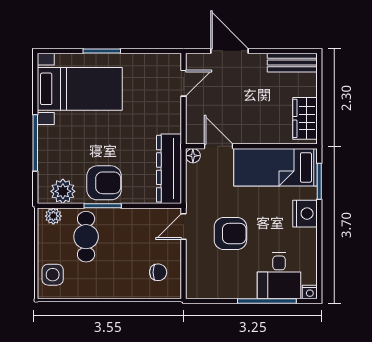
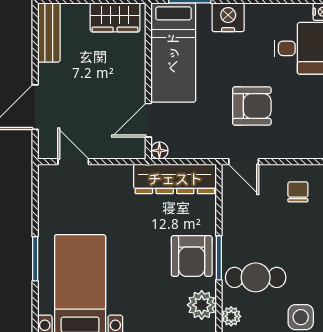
armchair: (104, 183) -> (192, 256), turned 180
armchair: (230, 234) -> (252, 106), turned 90

